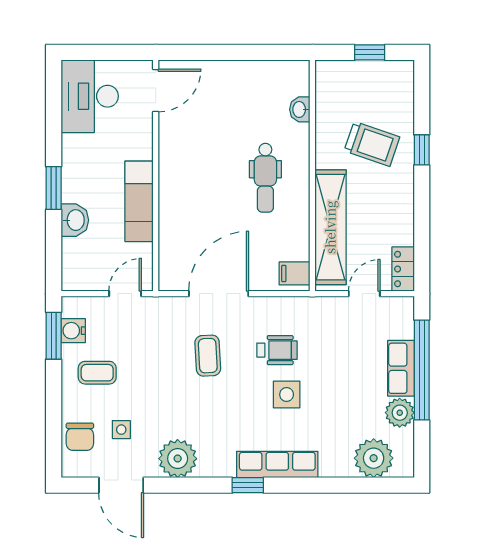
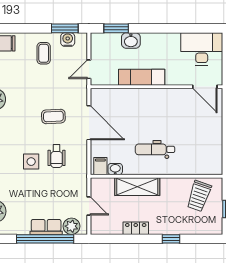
washbasin: (300, 109) -> (115, 169), moved
trolley: (372, 144) -> (199, 196), moved
window: (54, 188) -> (116, 28), moved
shelving: (330, 227) -> (137, 187), width x0.68
locker: (403, 269) -> (136, 228), moved
door: (125, 294) -> (89, 69), swing flipped
plant: (400, 413) -> (71, 226), moved
side table: (121, 430) -> (11, 67), removed

